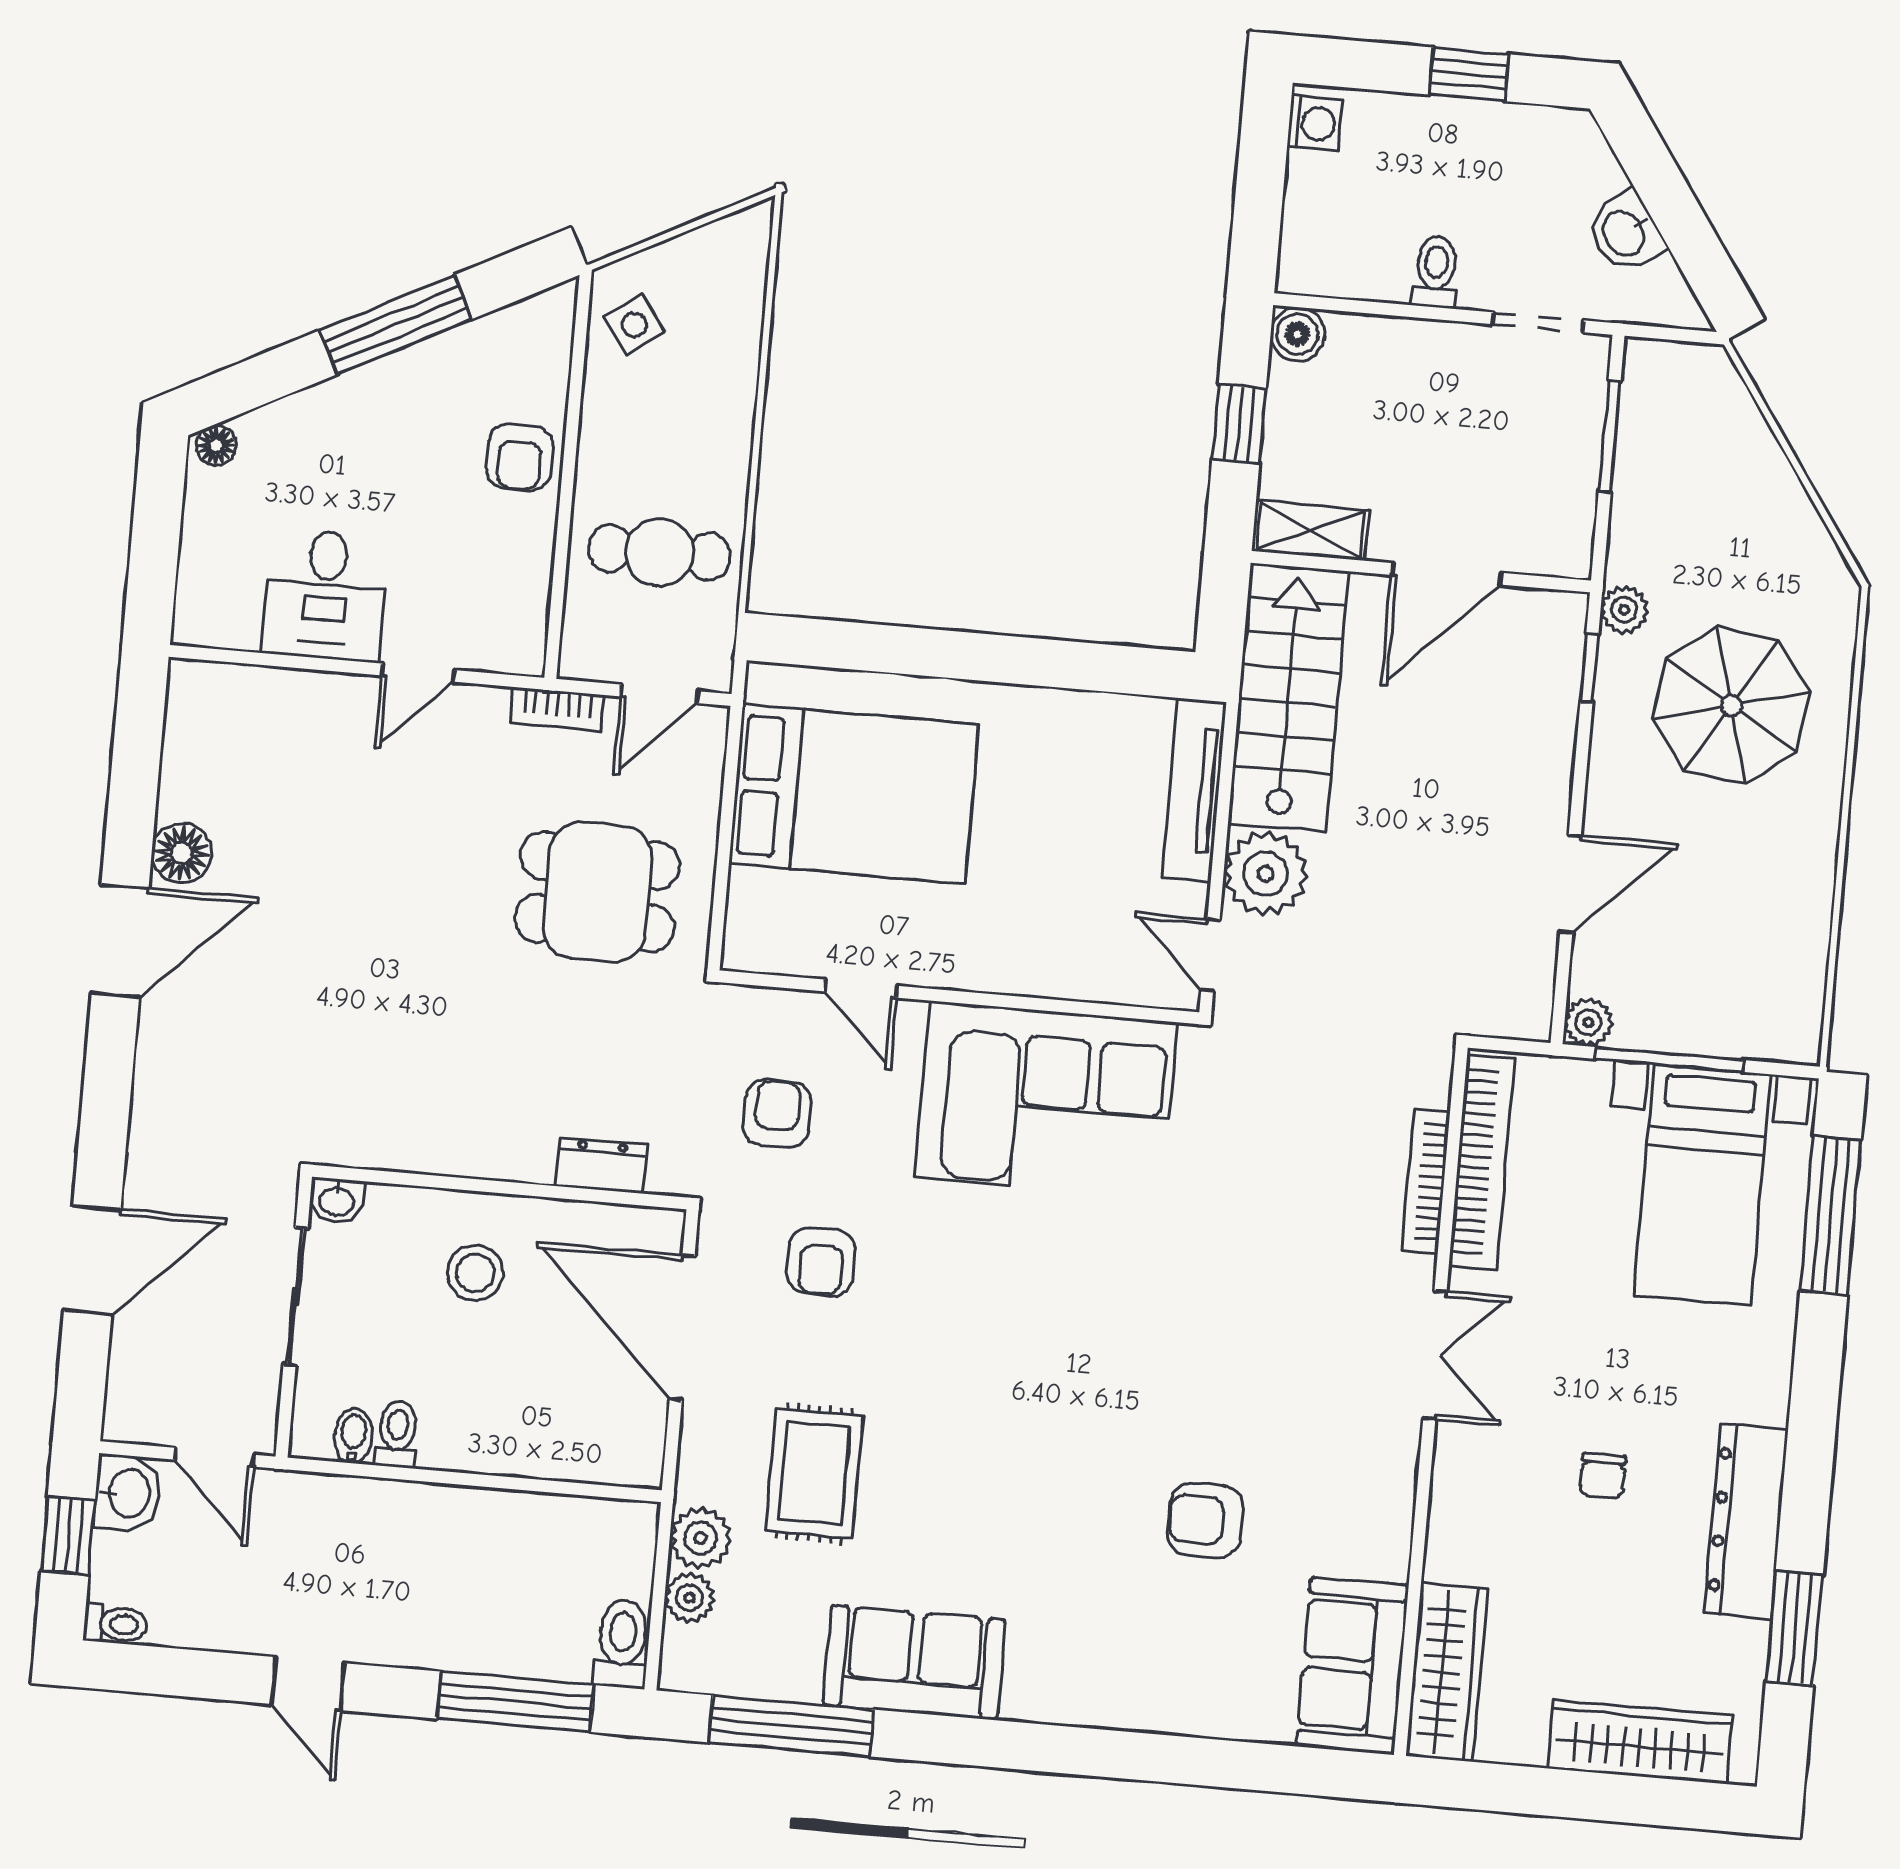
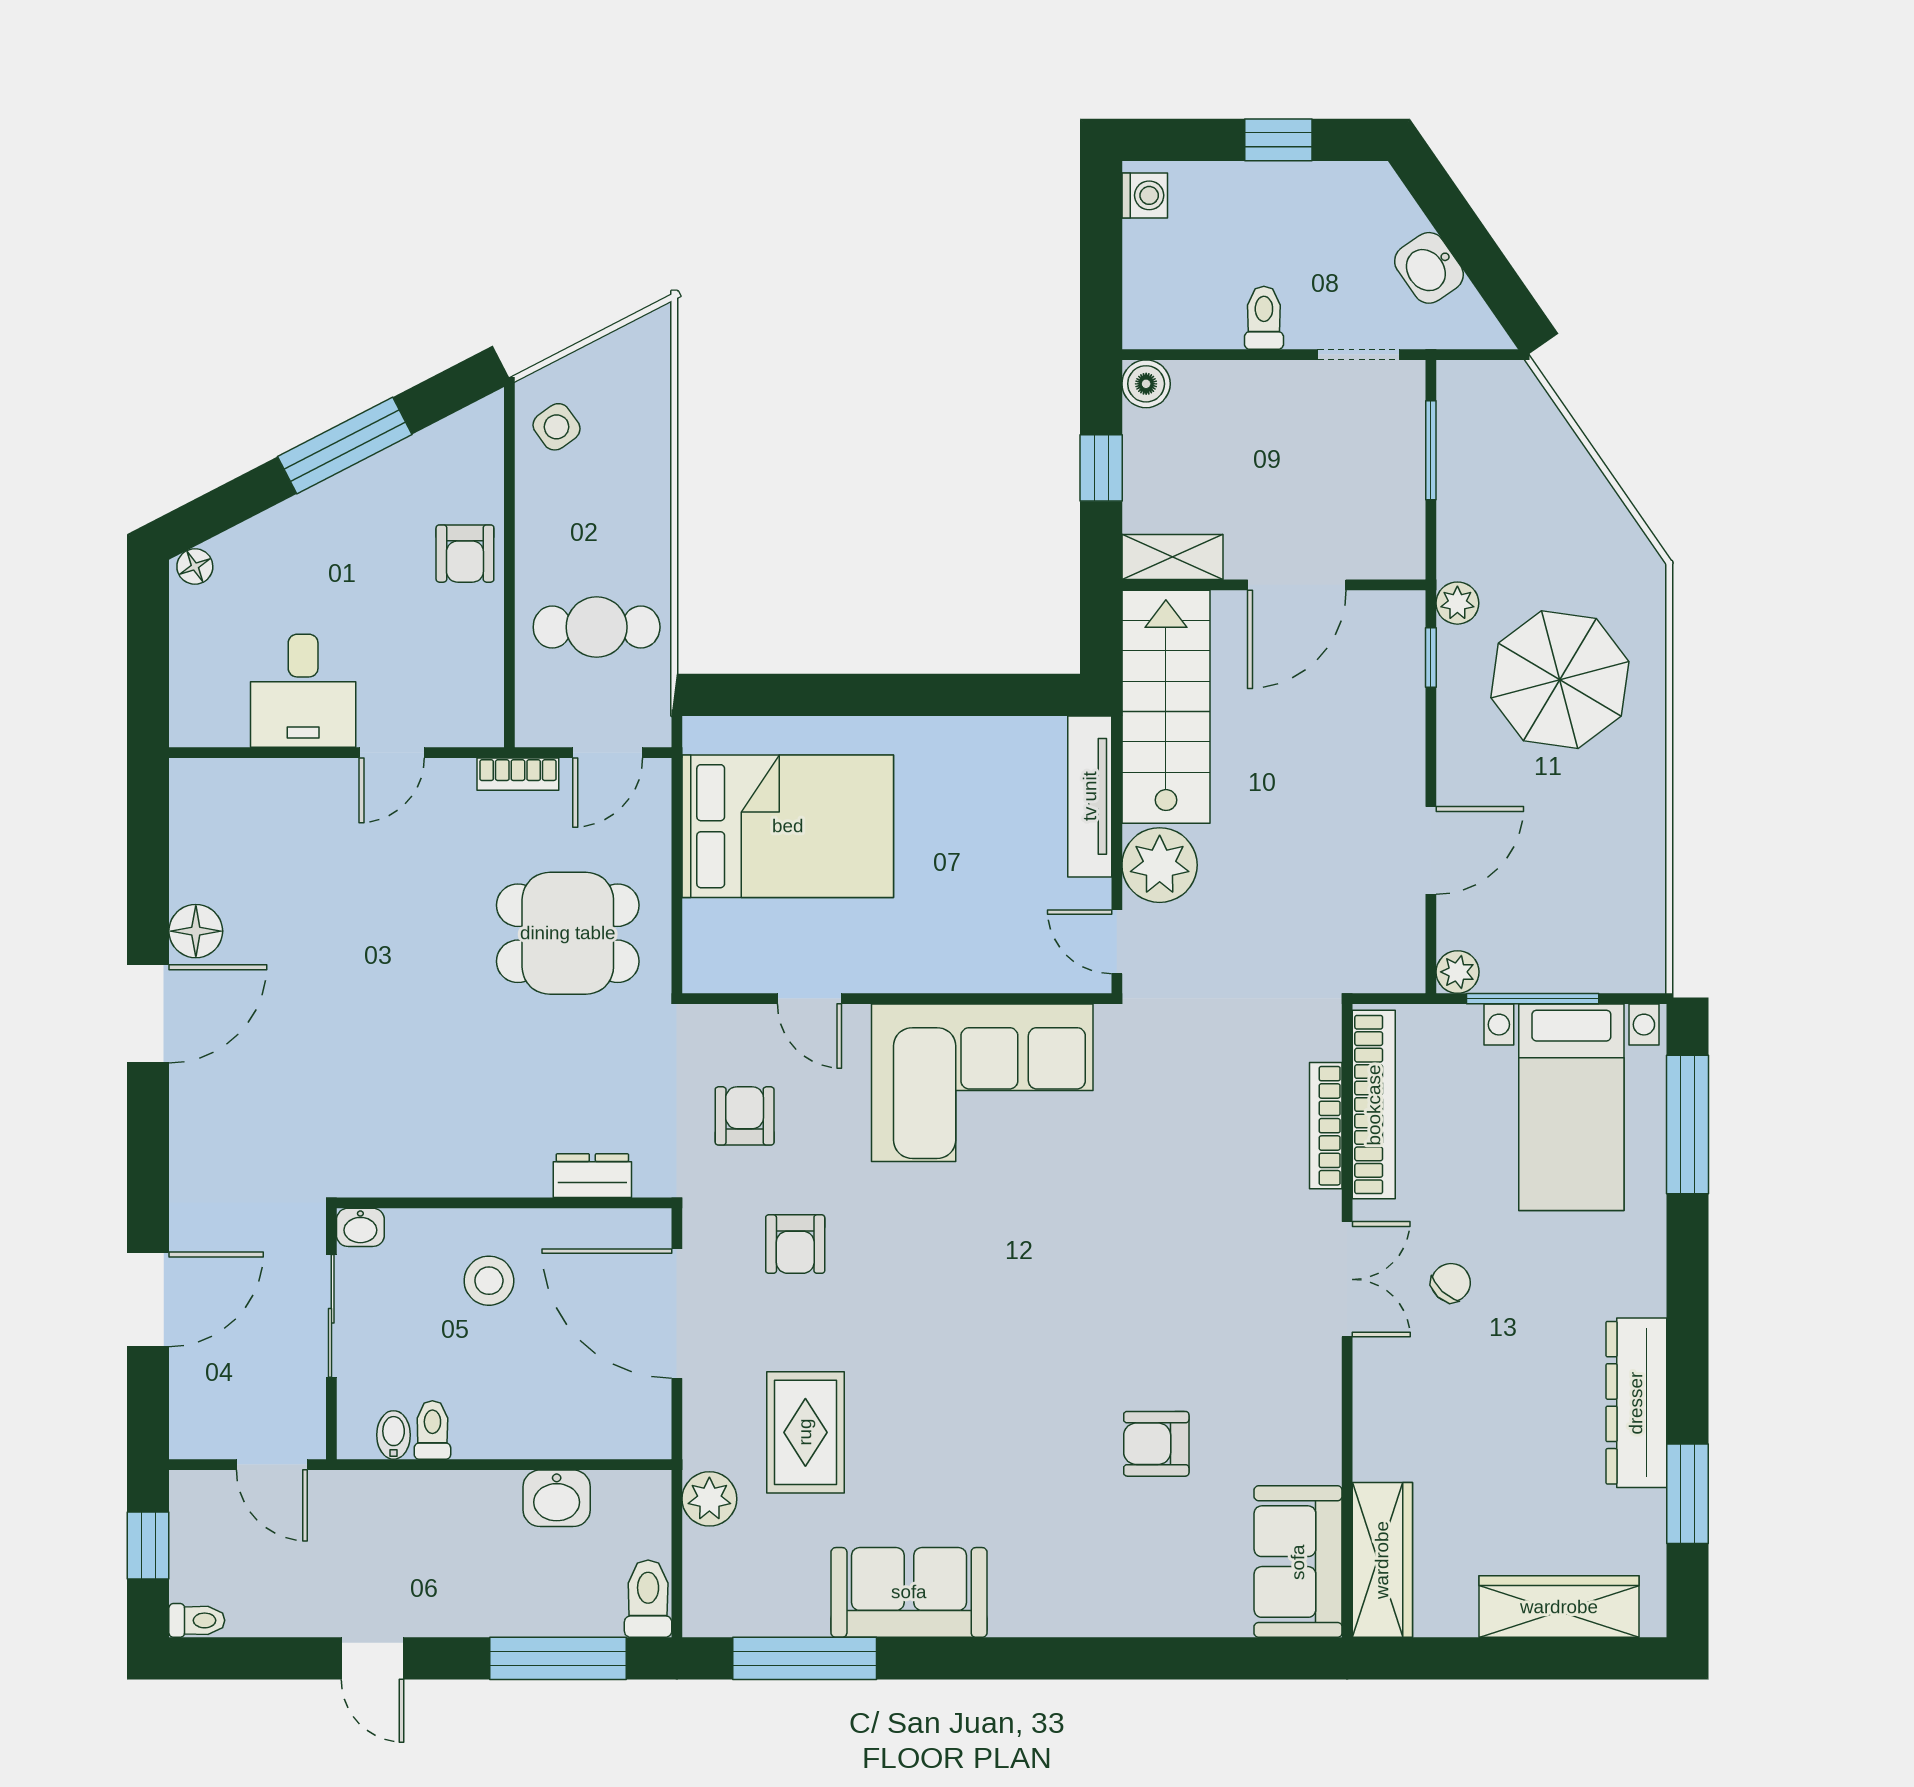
chair: (1603, 1476) -> (1451, 1283), moved, turned -137
washbasin: (127, 1493) -> (557, 1498), moved, turned 90
plant: (689, 1598) -> (704, 1553), removed

